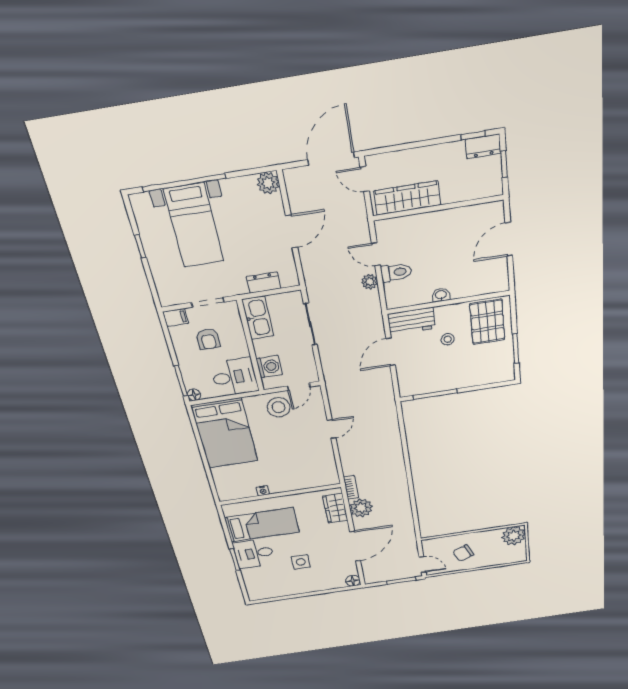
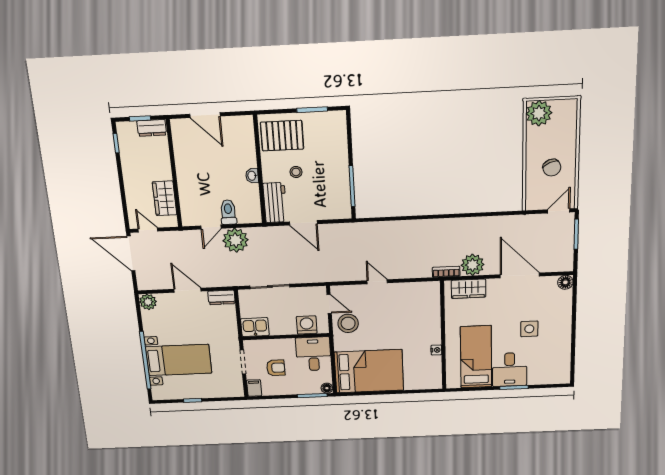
dresser: (483, 146) -> (152, 128), moved, turned 90
door: (365, 179) -> (148, 230), swing flipped
wardrobe: (407, 198) -> (165, 198), width x0.67
plant: (370, 282) -> (236, 240), width x1.88, depth x1.88
dresser: (264, 283) -> (221, 297), moved, turned -90
kitchen sink: (258, 318) -> (255, 327), width x0.73

